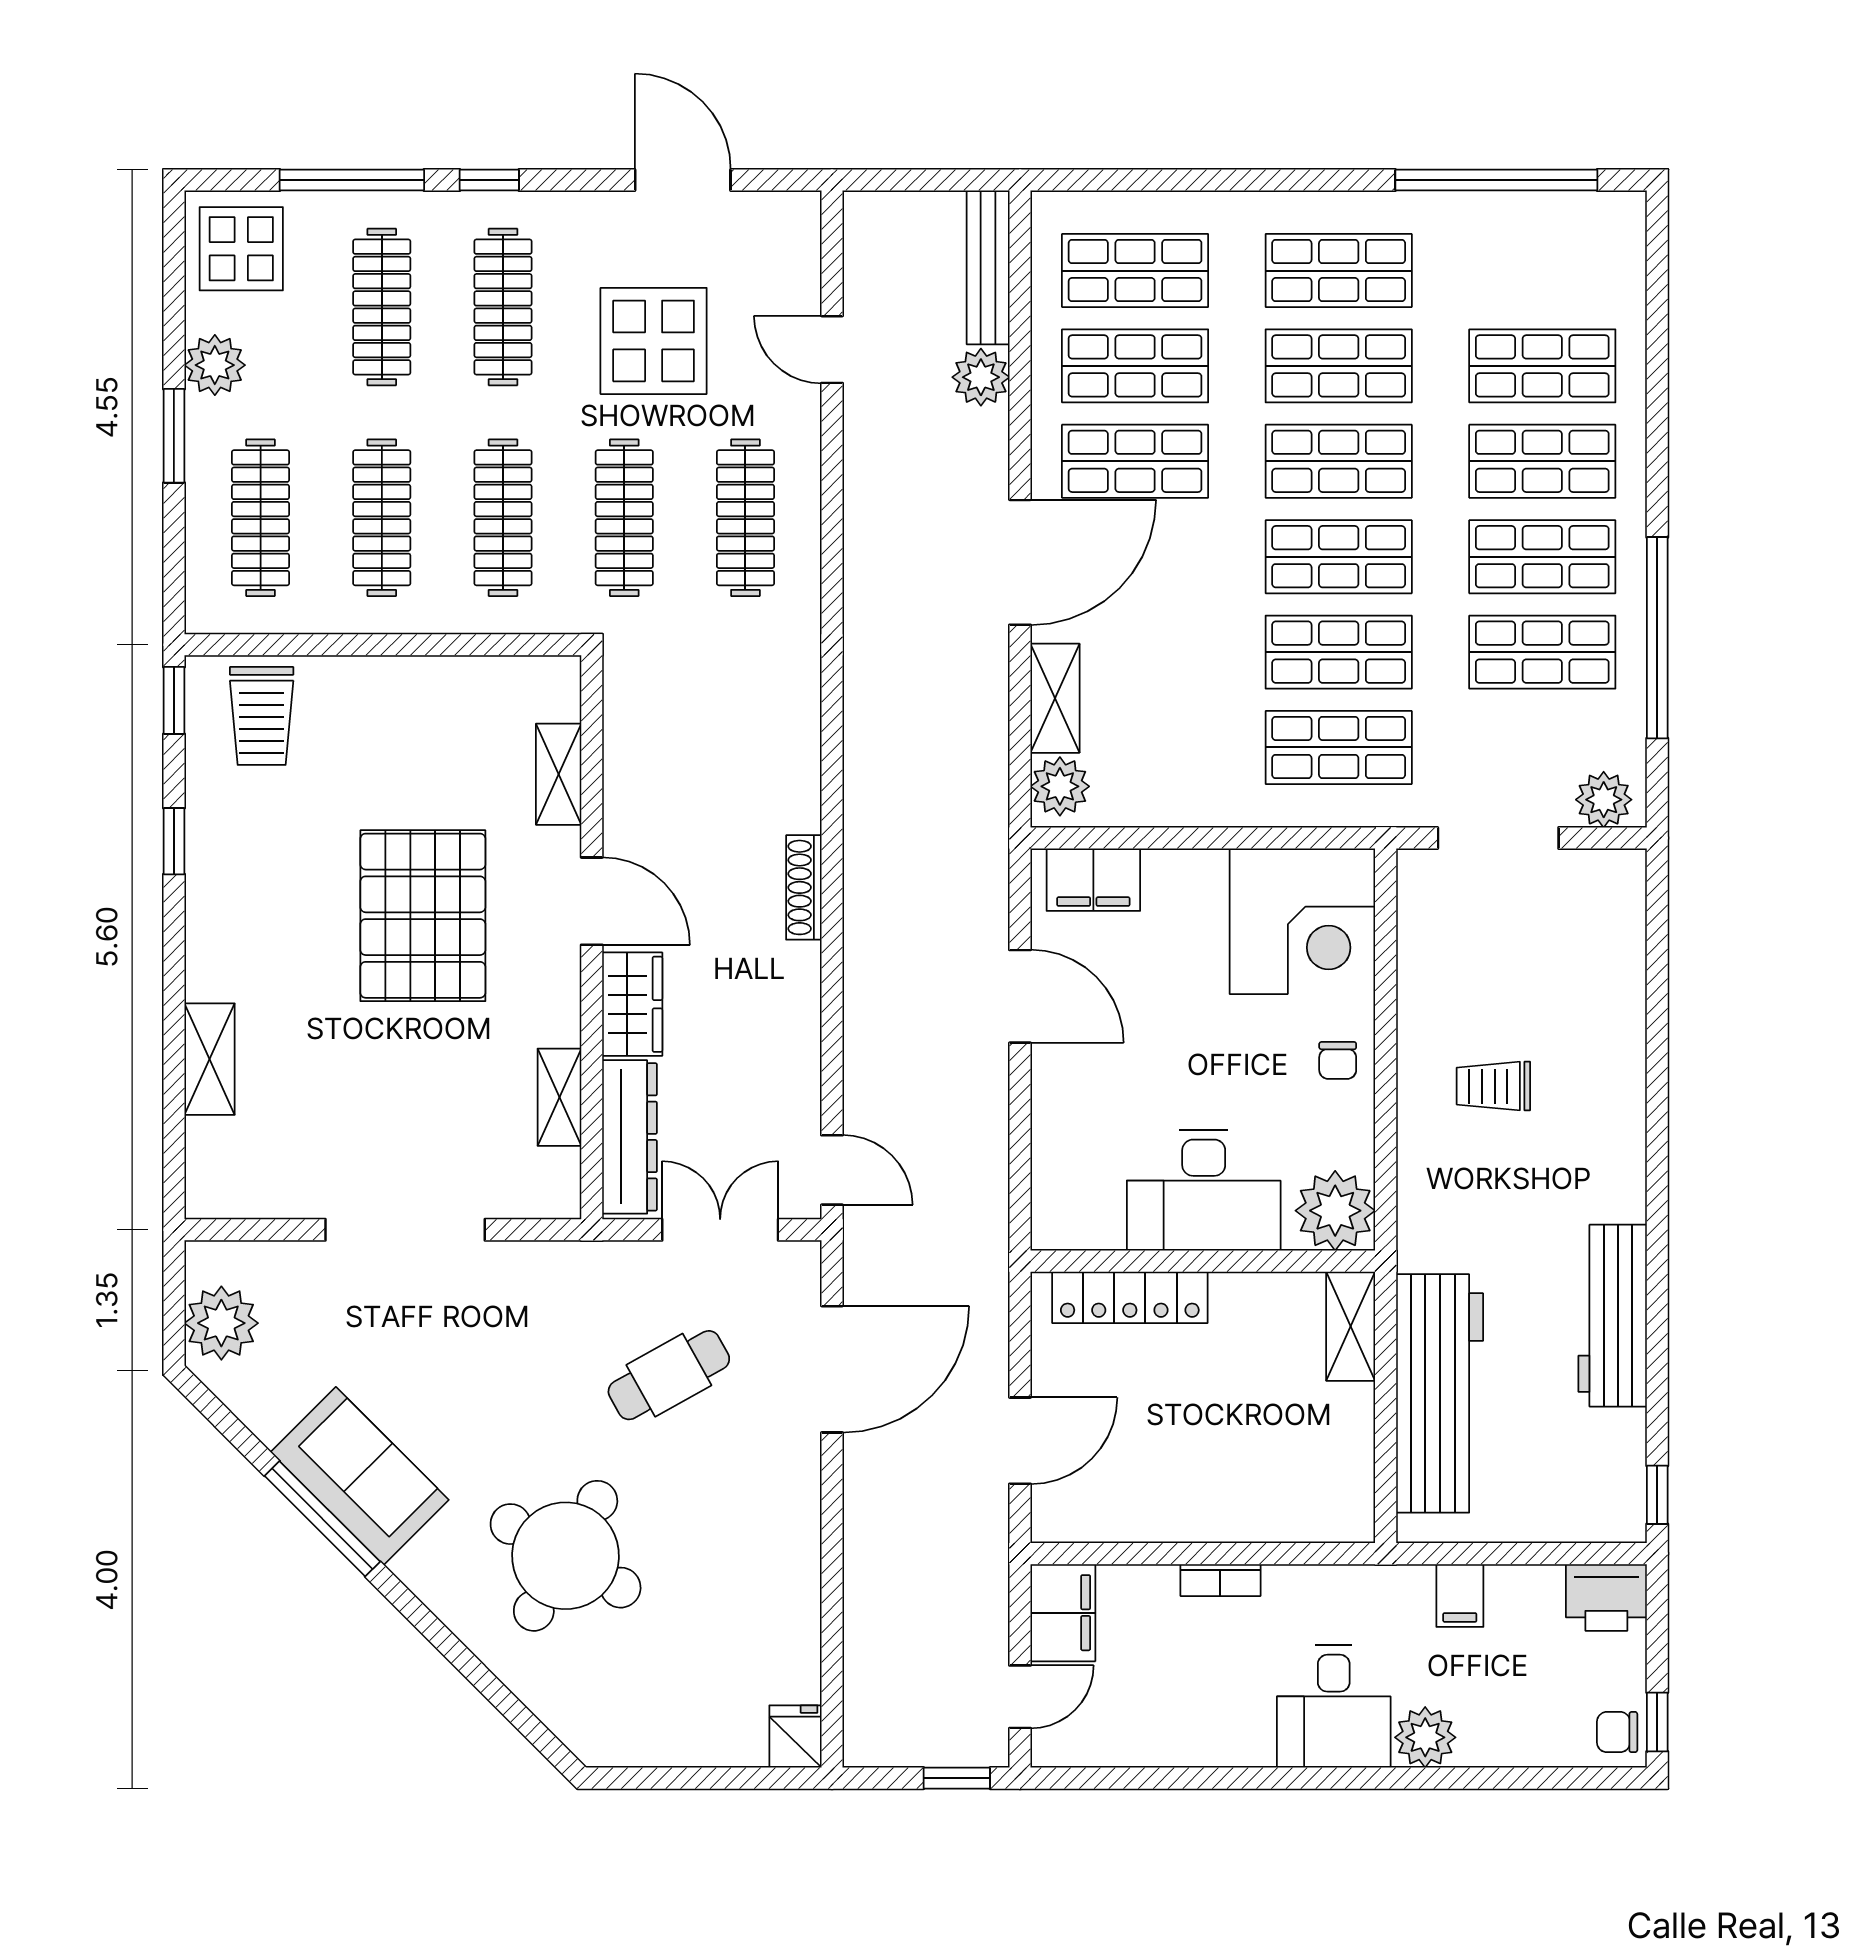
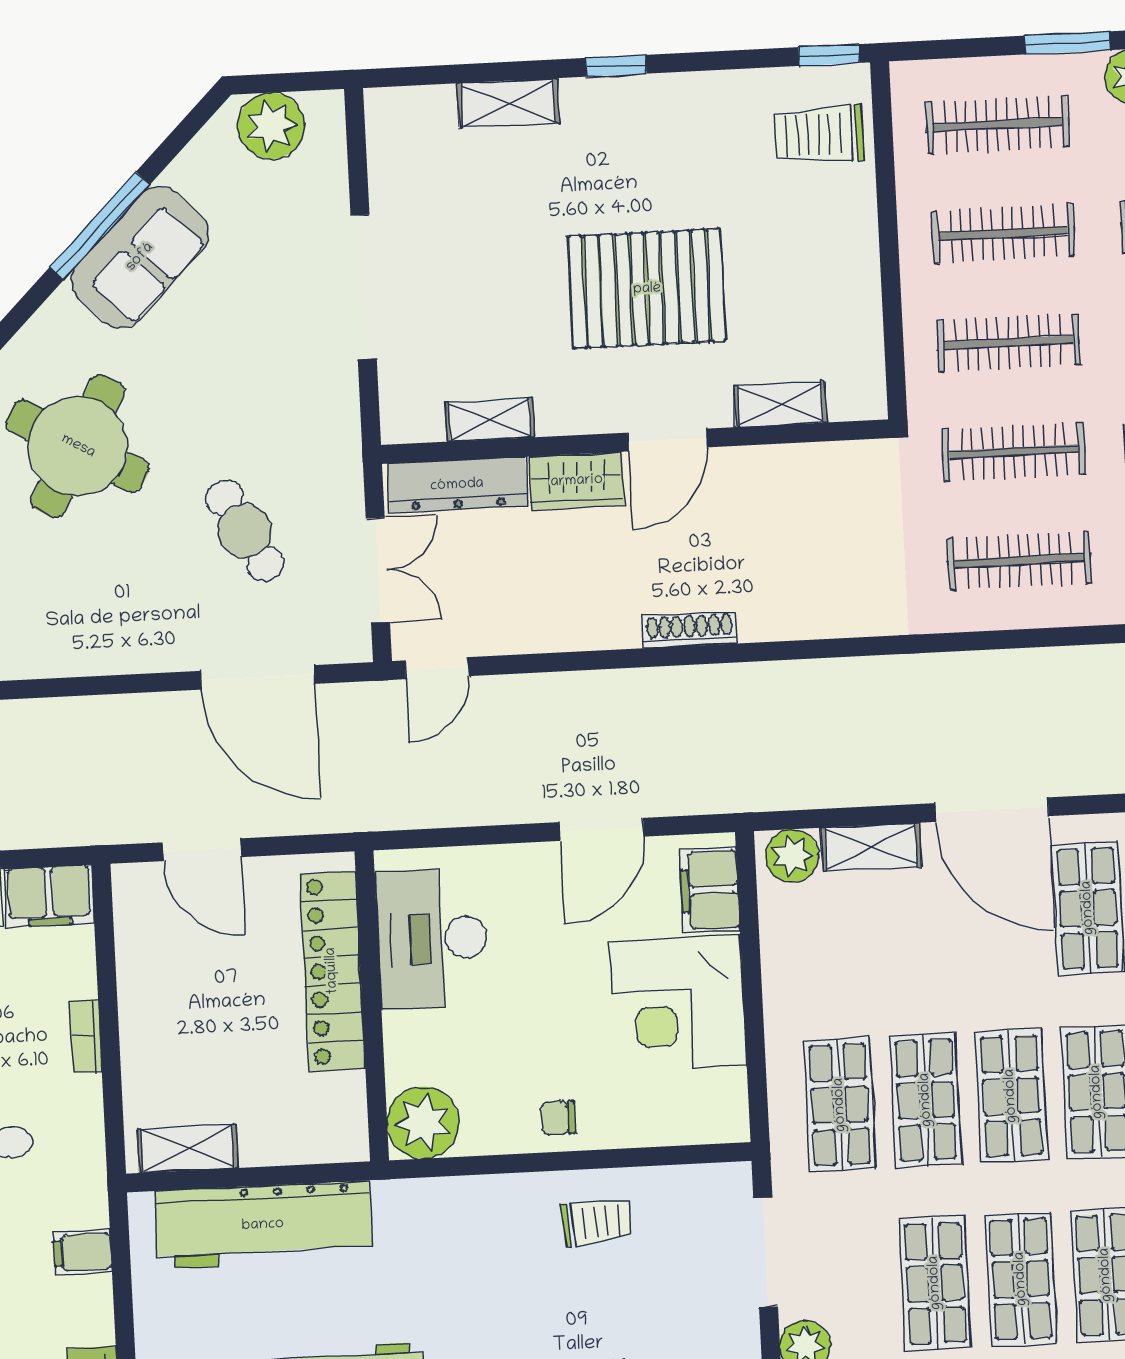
window: (174, 841) -> (616, 66), moved
corner desk: (1302, 921) -> (678, 1003), moved
trolley: (1493, 1086) -> (596, 1222), moved, turned 86
desk: (1204, 1190) -> (432, 939), moved
locker: (1130, 1297) -> (332, 971), width x1.41, depth x1.21
shelving: (1351, 1326) -> (187, 1148), moved

